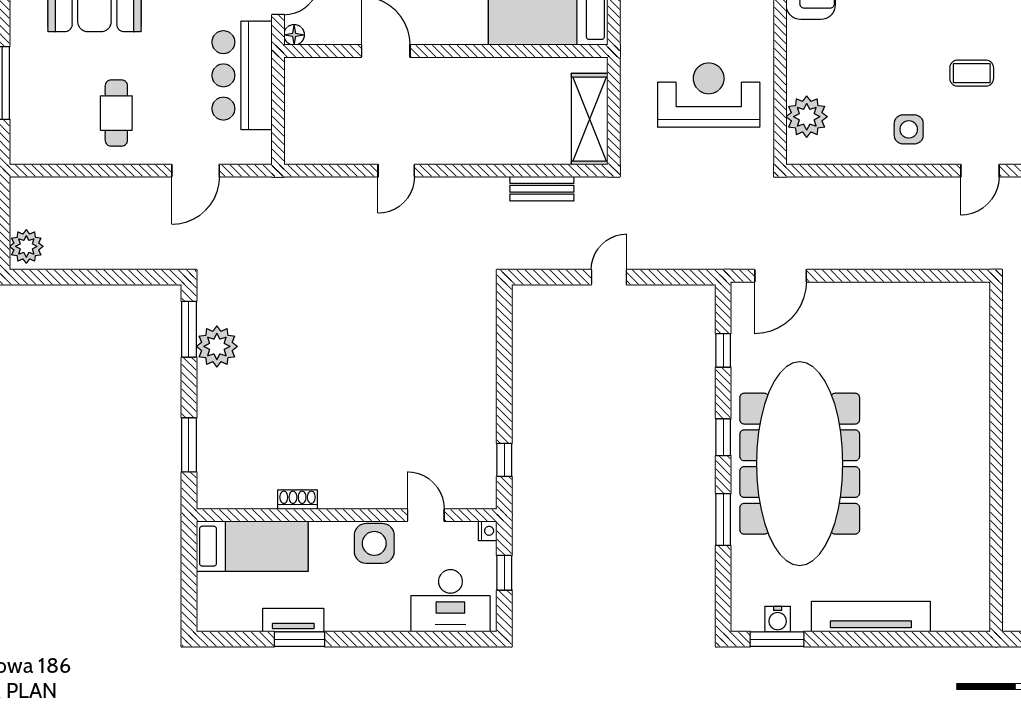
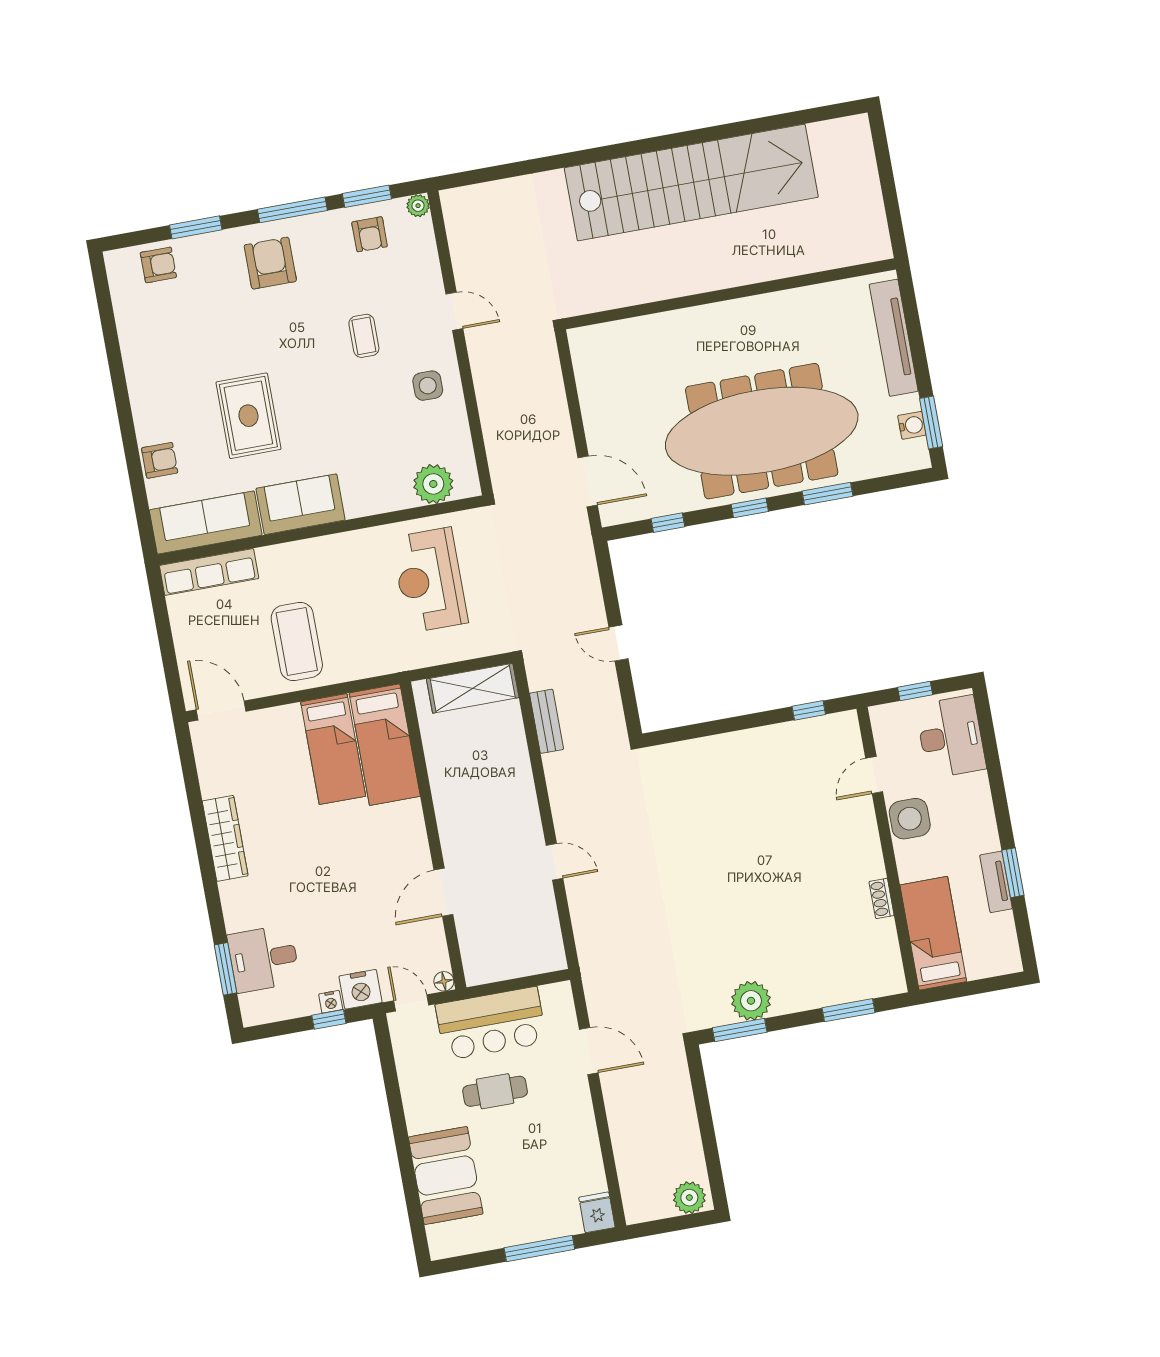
cafe table: (116, 113) -> (495, 1091), moved
fridge: (28, 149) -> (597, 1212), added
wall: (996, 457) -> (730, 294), moved
nightstand: (488, 531) -> (878, 714), removed

